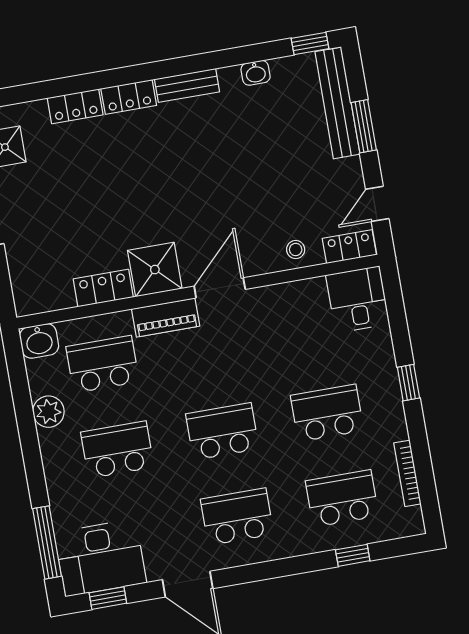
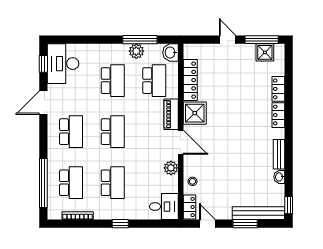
bench: (187, 85) -> (279, 154), moved
locker: (103, 288) -> (190, 80), width x1.53
plant: (276, 299) -> (171, 168), added
window: (47, 542) -> (140, 40), moved
window: (353, 555) -> (43, 183), width x3.17

